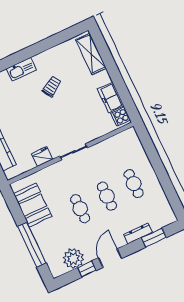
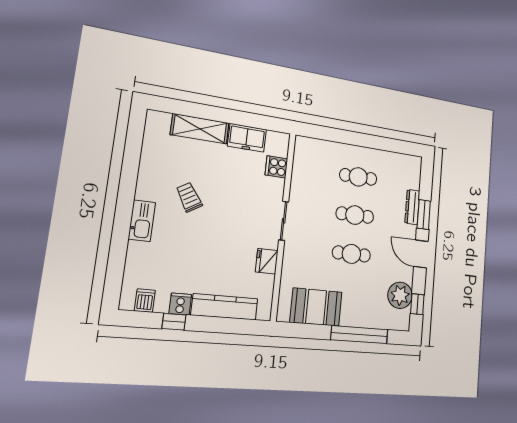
shelving: (91, 54) -> (200, 129), moved
cooker: (121, 117) -> (276, 167), moved, turned 90
window: (154, 238) -> (424, 215), moved
window: (87, 269) -> (417, 304), moved

